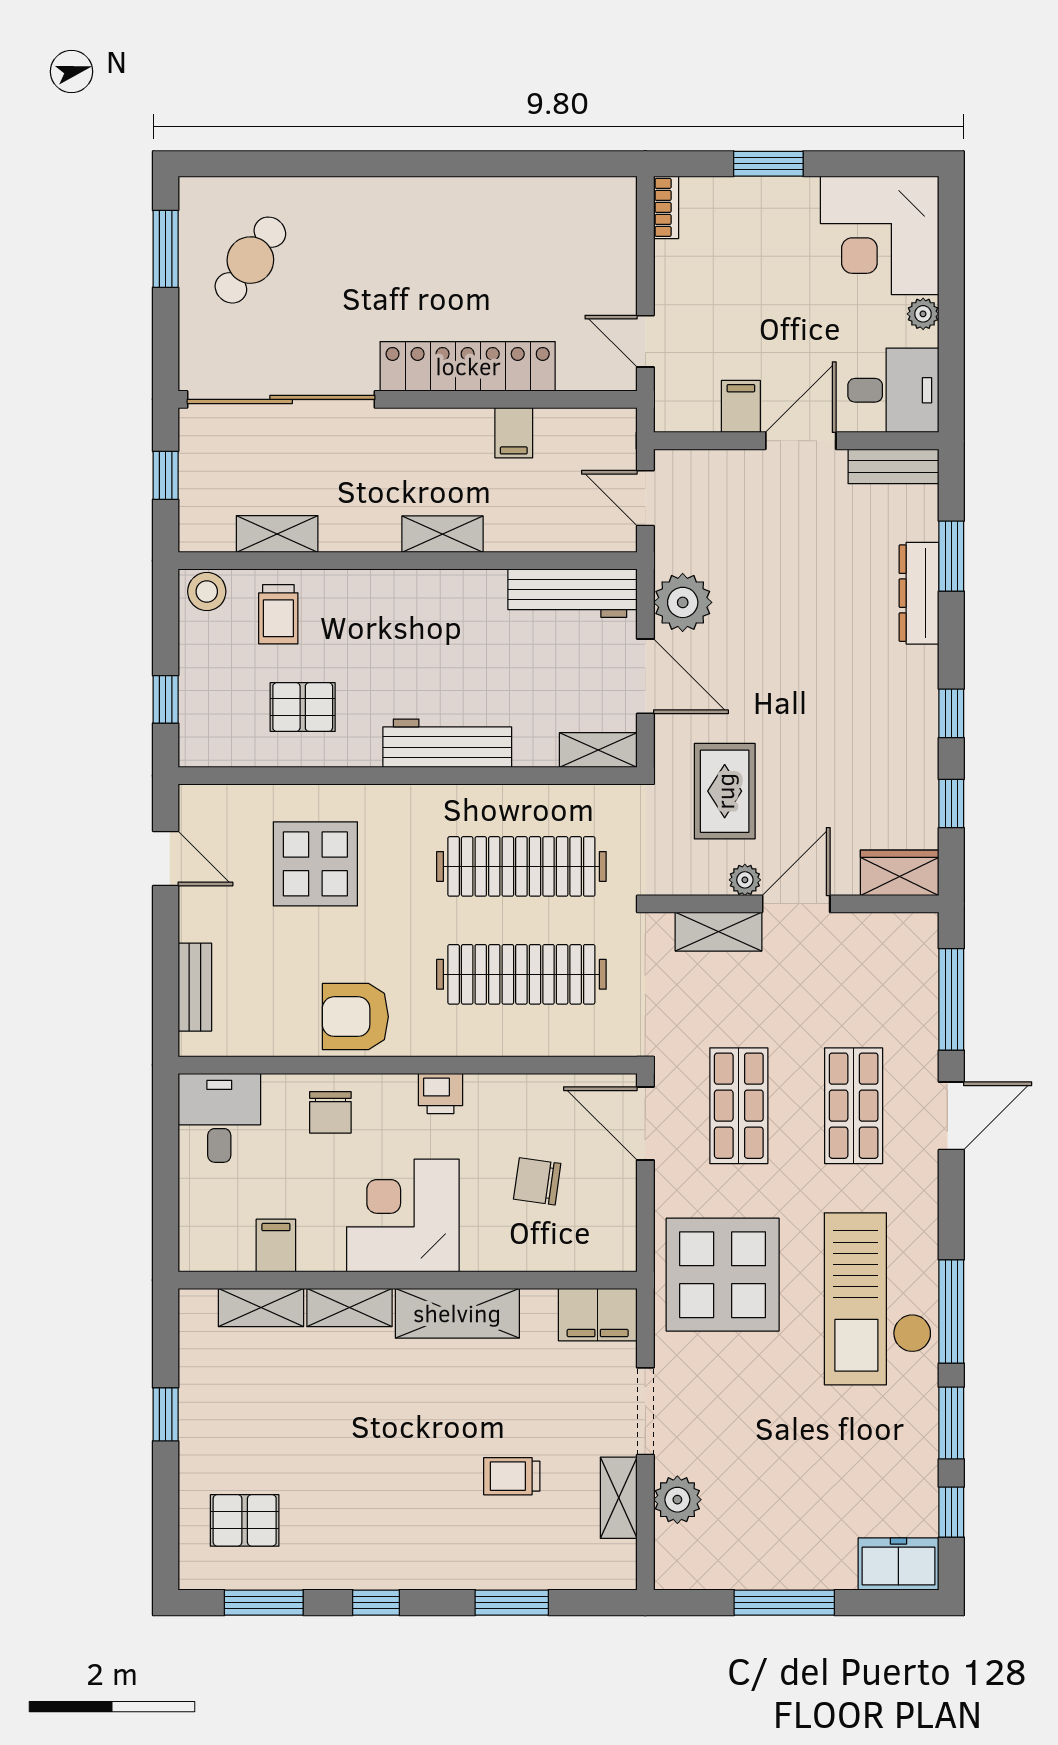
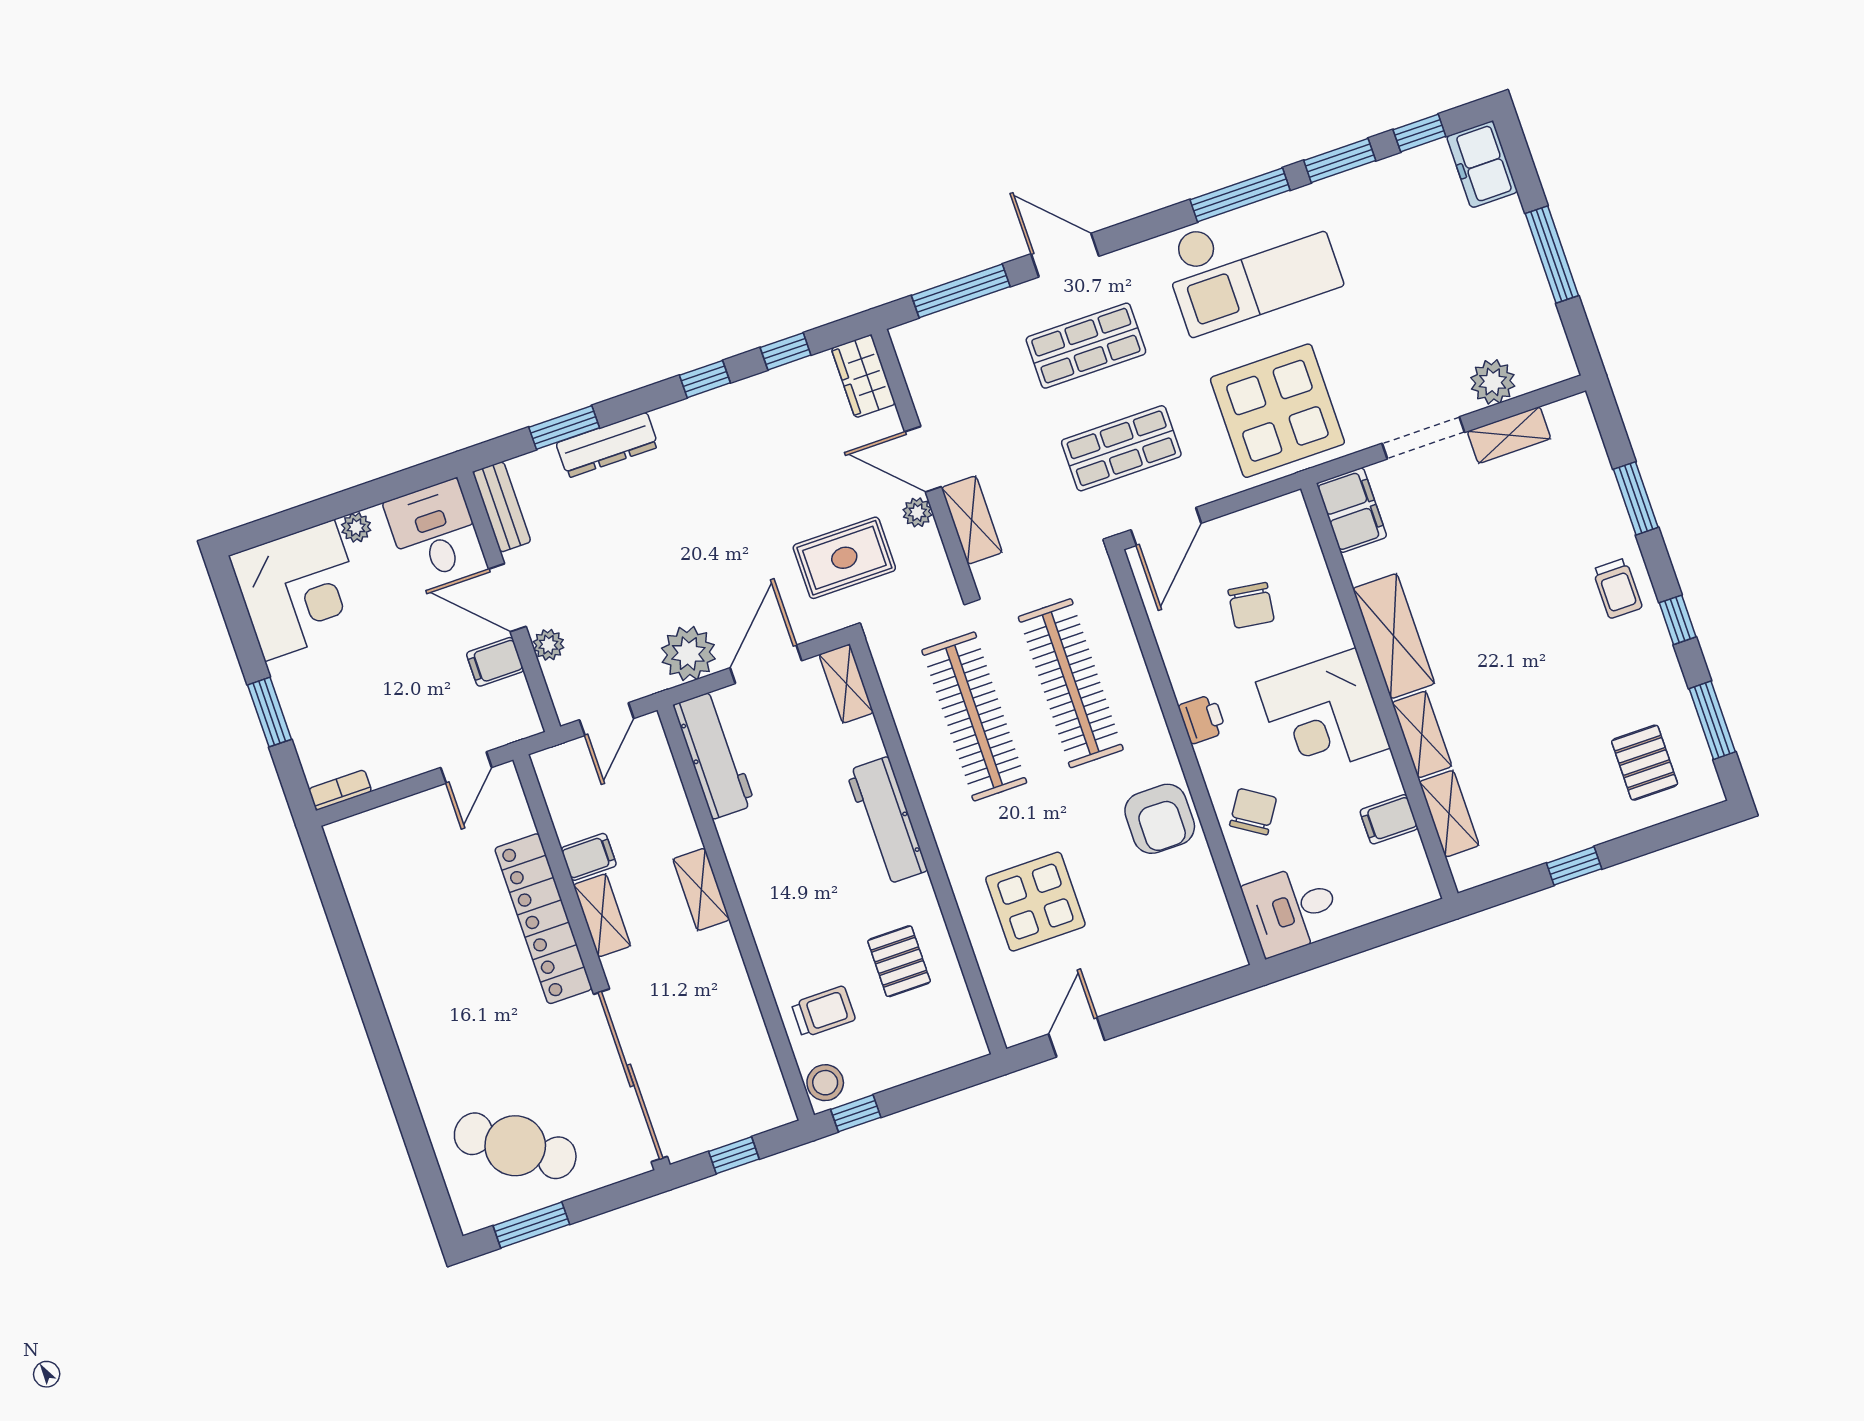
cafe table: (250, 260) -> (515, 1146), width x1.37, depth x1.35
plant: (740, 466) -> (548, 645), added
shelving: (277, 534) -> (602, 915), moved
window: (166, 699) -> (856, 1113), moved
bench: (195, 987) -> (1183, 971), removed
chair: (330, 1112) -> (1253, 812), turned -57
trolley: (512, 1476) -> (1617, 588), moved

